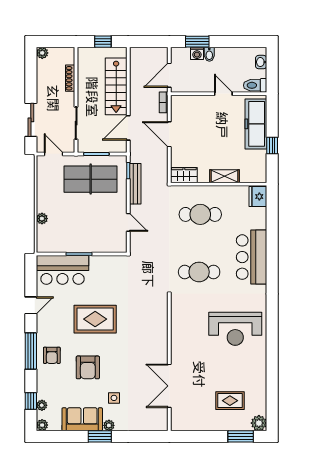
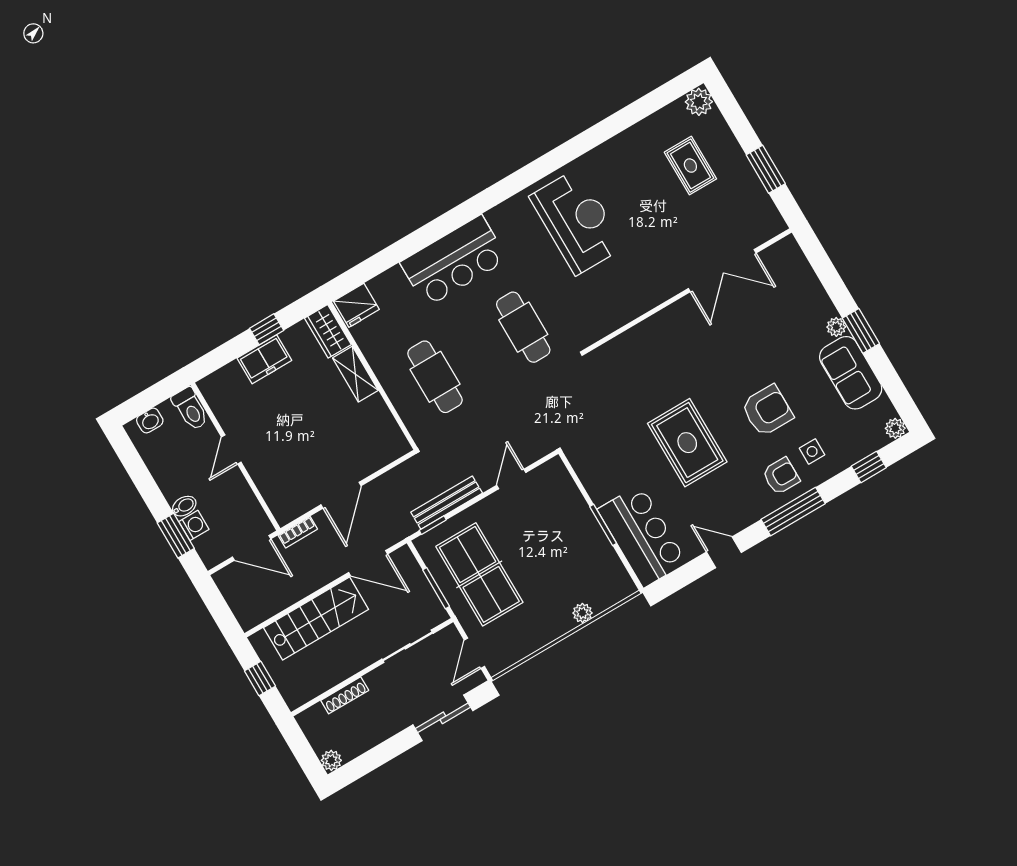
freezer: (256, 124) -> (264, 359), width x0.52, depth x0.79
wardrobe: (184, 175) -> (328, 331), moved
side table: (114, 398) -> (812, 451), moved
plant: (42, 405) -> (866, 447), removed
window: (241, 436) -> (766, 169), moved

